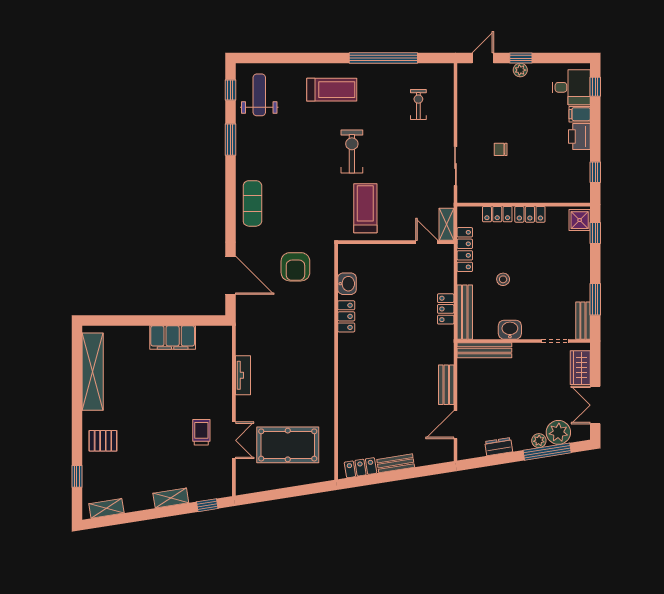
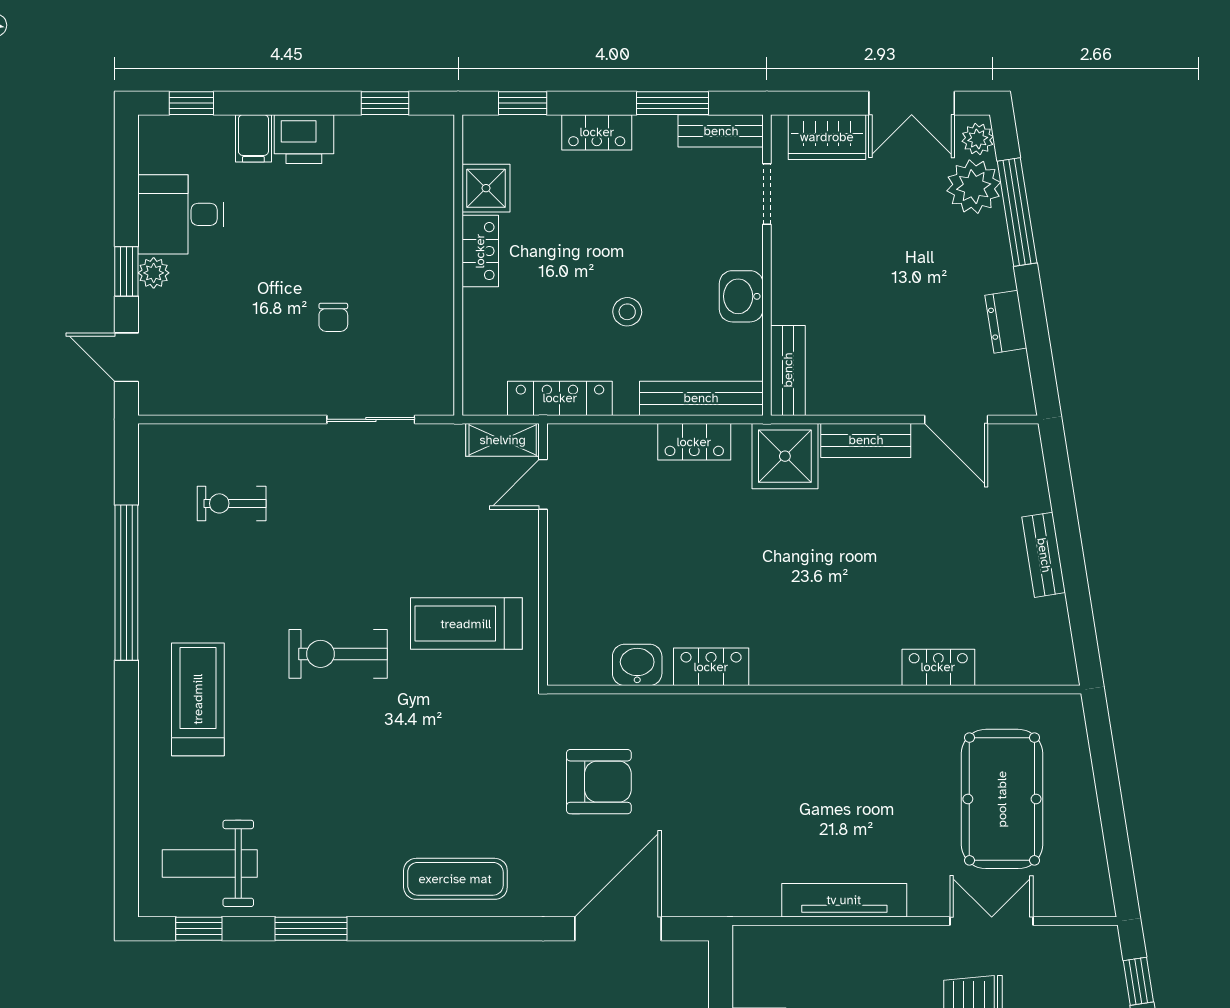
desk: (571, 87) -> (181, 214), moved, turned -90
locker: (497, 214) -> (597, 132), moved, turned 90
shower: (580, 220) -> (486, 188), moved
shower: (439, 349) -> (785, 456), added
bench: (484, 350) -> (788, 370), width x0.73
tv unit: (243, 375) -> (844, 900), width x1.41
plant: (539, 441) -> (978, 139), moved
locker: (361, 468) -> (938, 667), moved, turned 99

